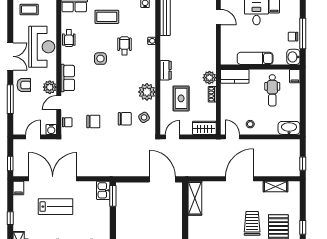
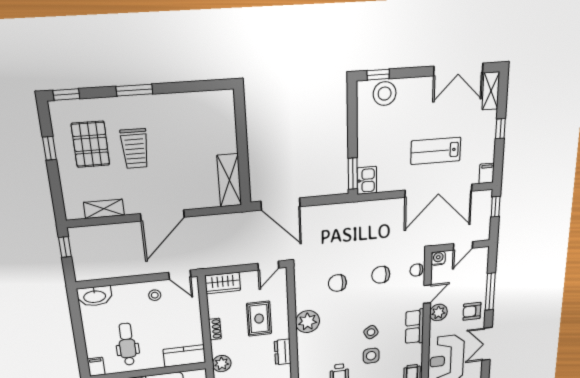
plant: (209, 78) -> (222, 364), moved
side table: (144, 117) -> (371, 332), moved

